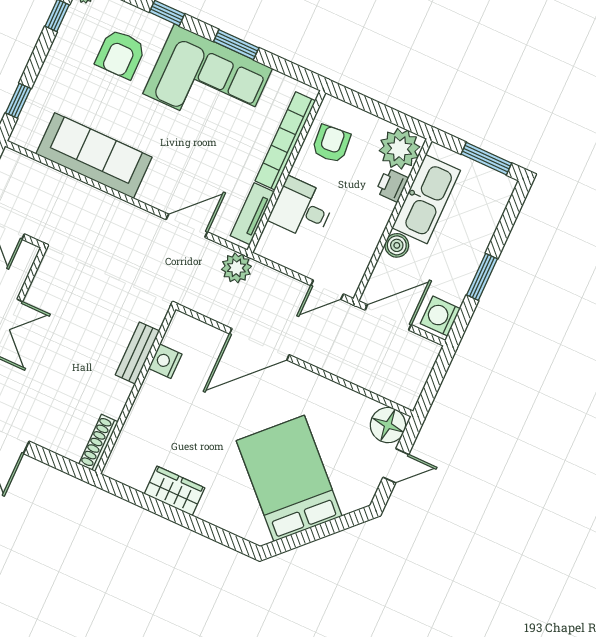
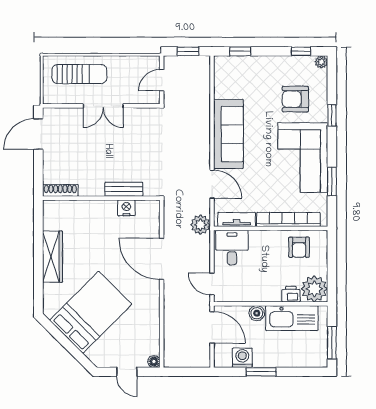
window: (236, 45) -> (332, 181), moved
armchair: (331, 144) -> (299, 247), turned 95
sofa: (94, 156) -> (228, 134), moved
desk: (302, 209) -> (232, 247), moved
washing machine: (440, 316) -> (242, 358), moved
floor lamp: (388, 425) -> (154, 362), width x0.53, depth x0.53
wardrobe: (174, 491) -> (52, 257), width x1.50

